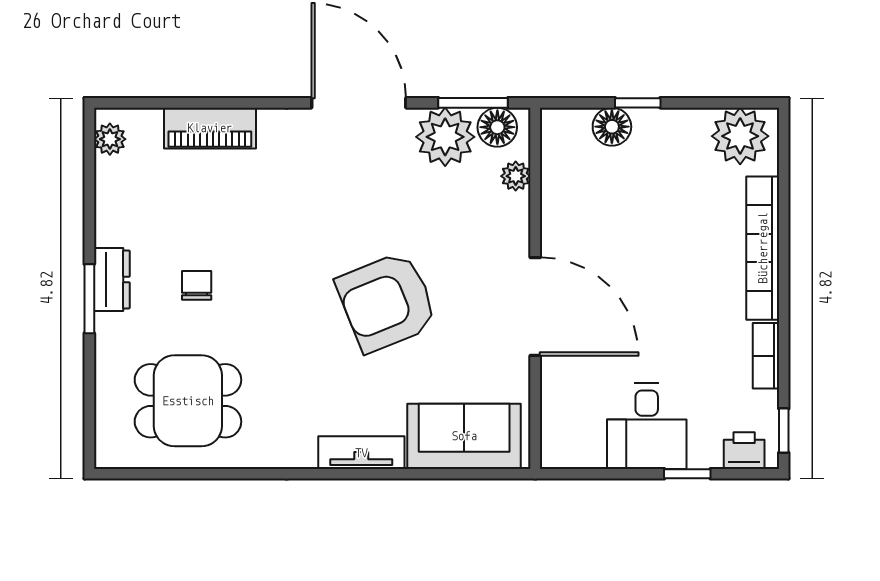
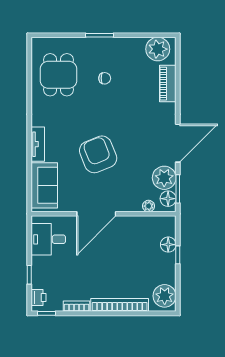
plant: (110, 139) -> (158, 49), width x1.87, depth x1.87
dresser: (112, 279) -> (107, 44), removed
desk: (647, 426) -> (48, 239), moved

